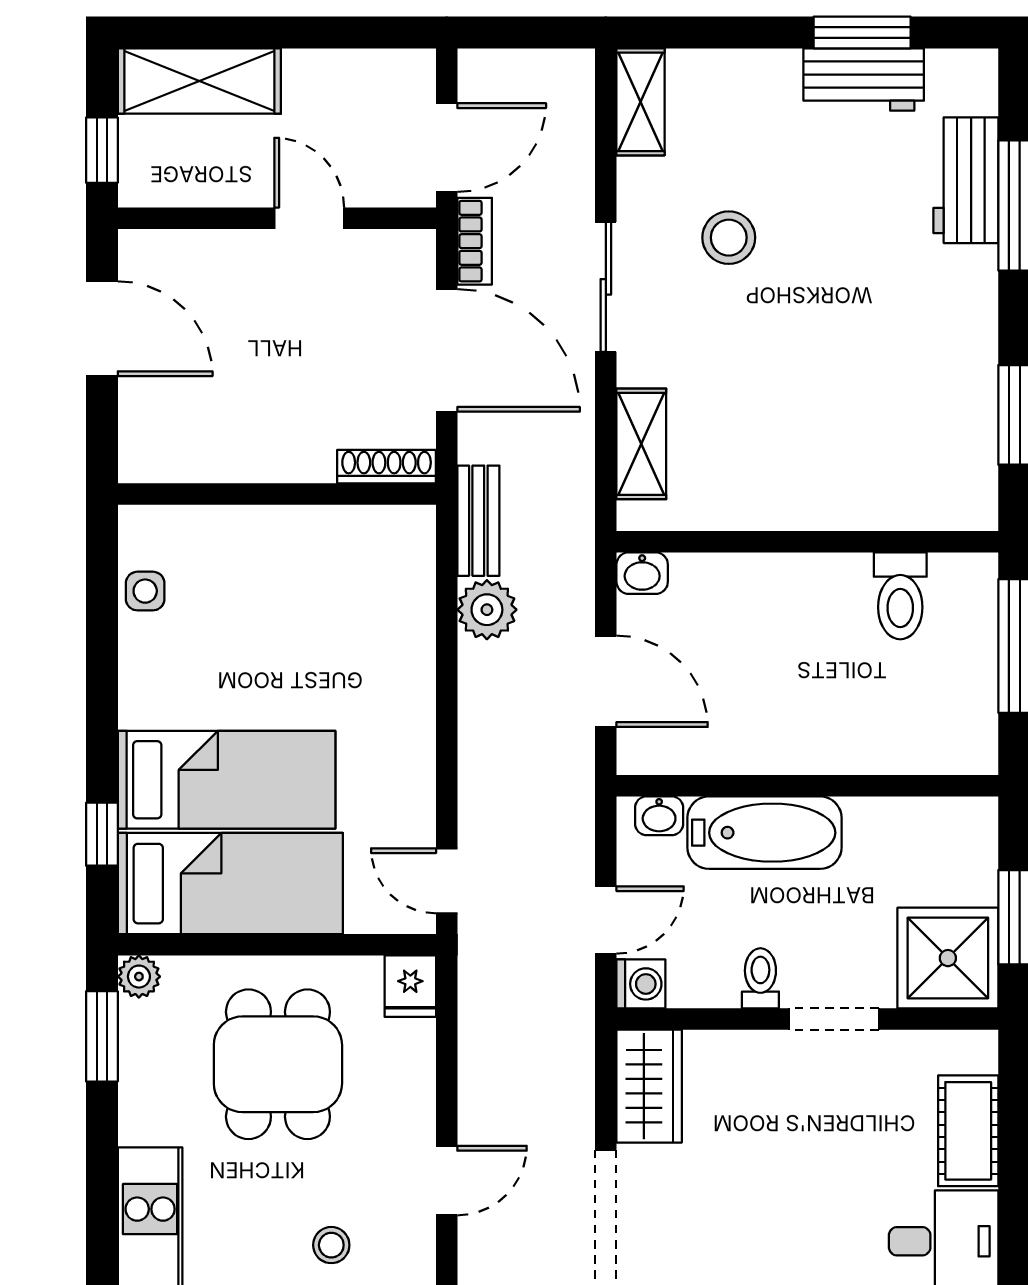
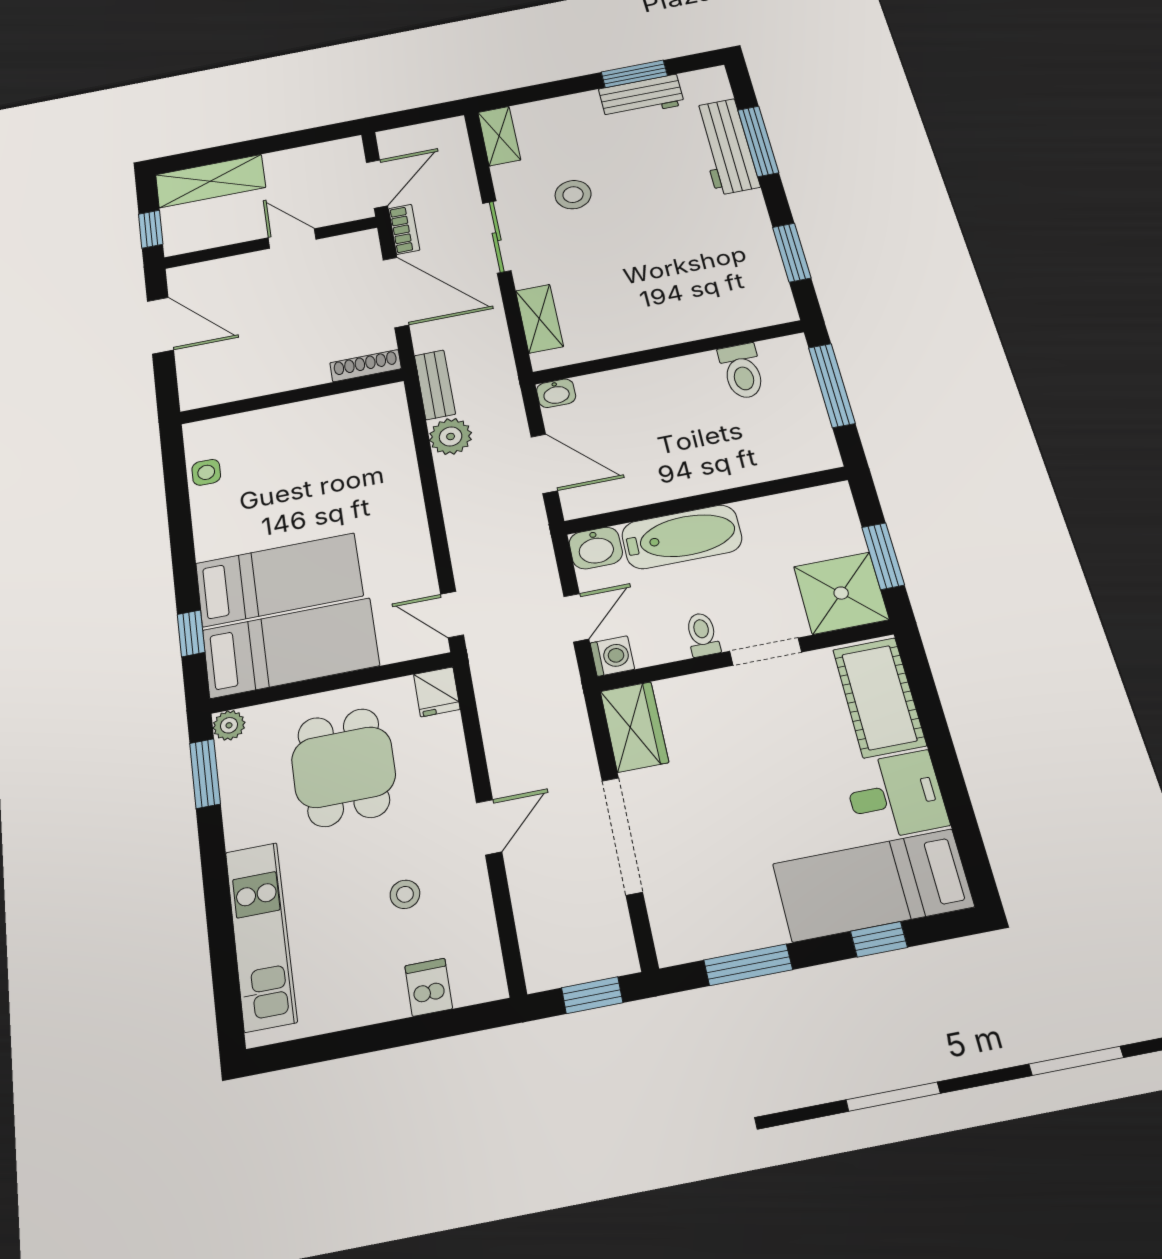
workbench: (966, 180) -> (726, 147), width x1.38
washbasin: (659, 816) -> (596, 548), width x1.38, depth x1.45
cot: (968, 1131) -> (879, 697), width x1.37, depth x1.34

